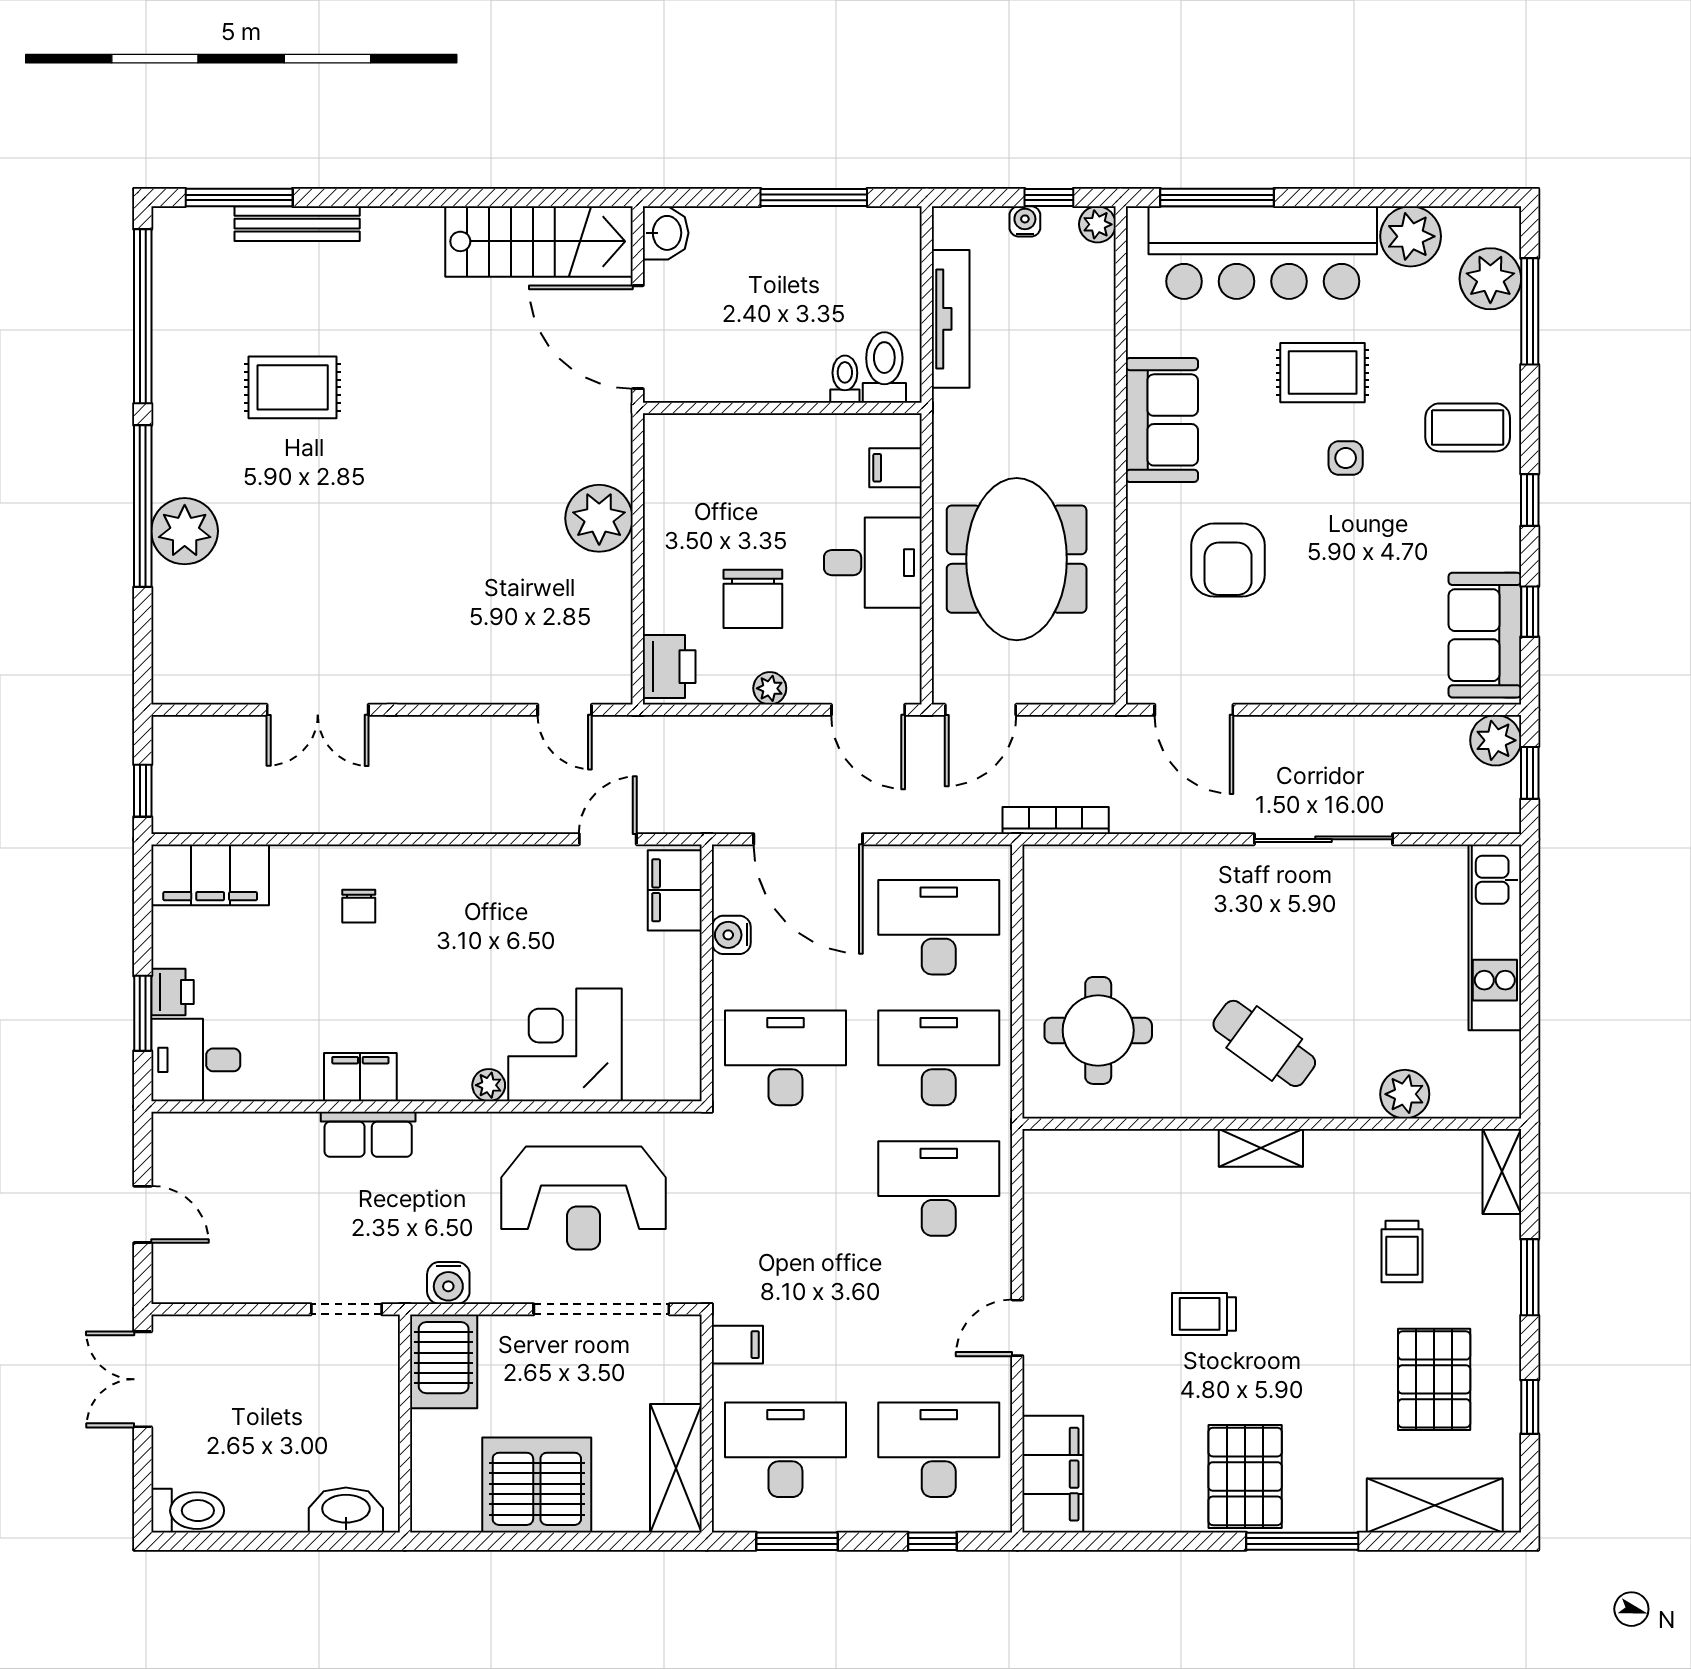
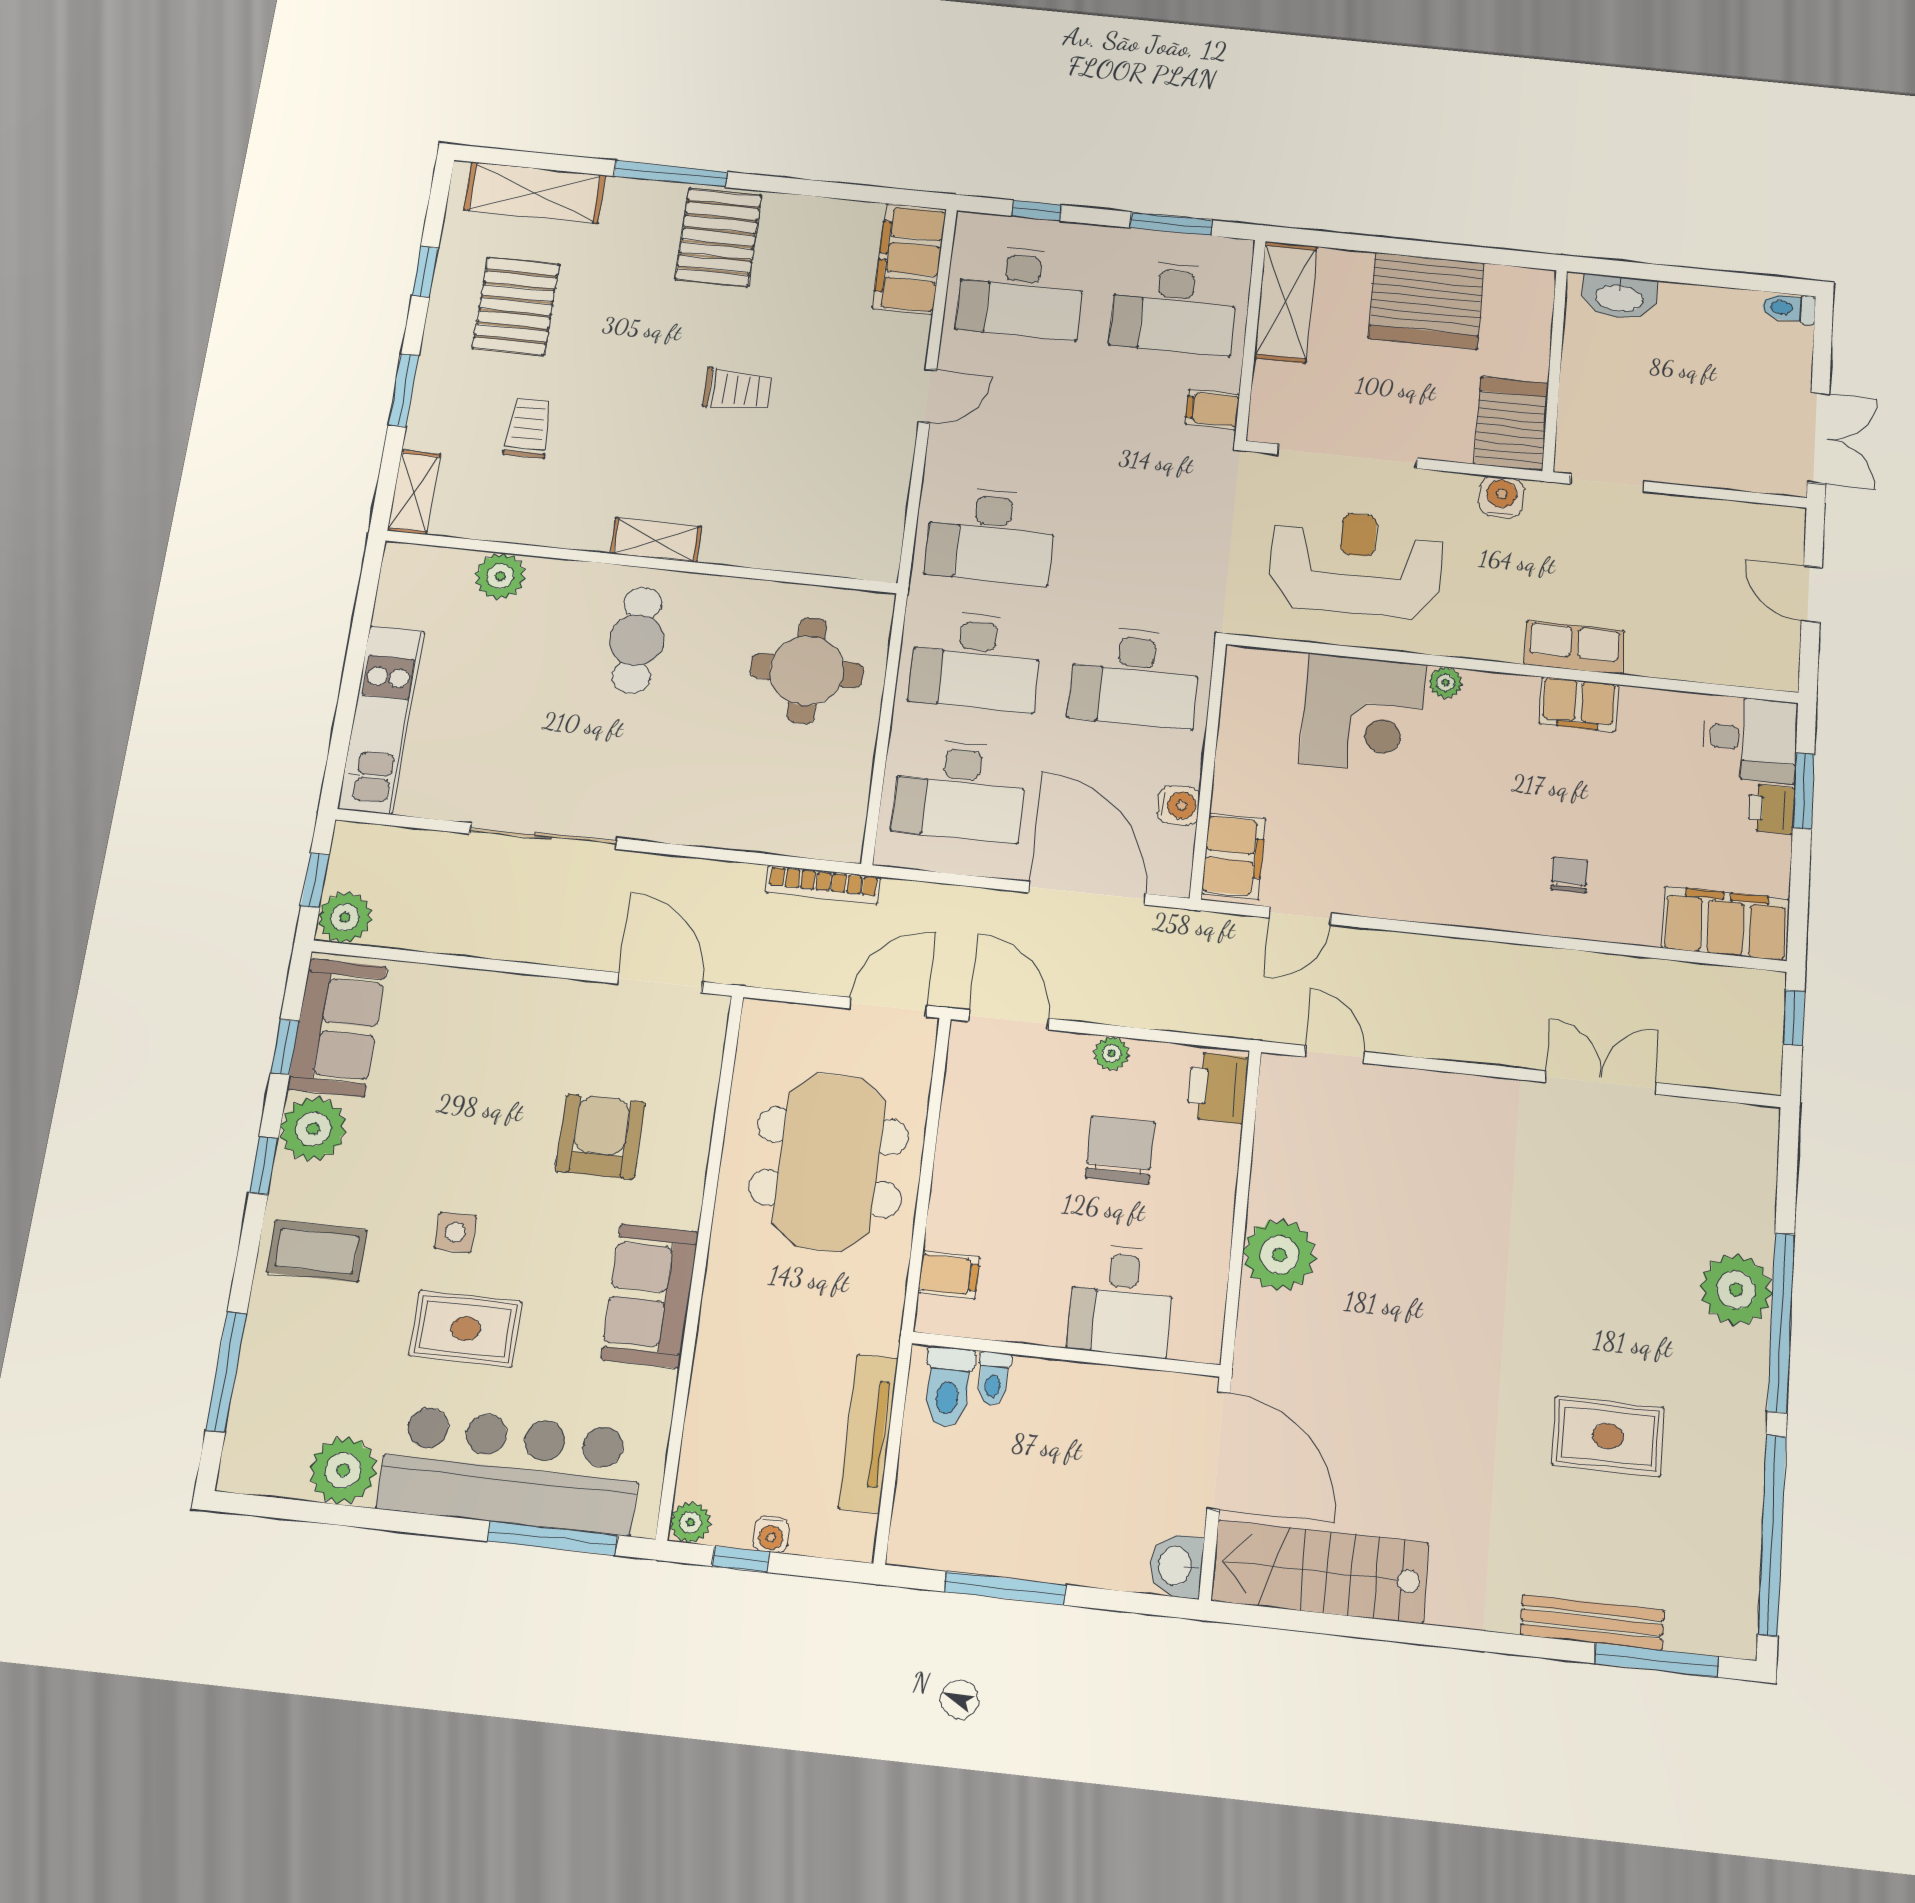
plant: (1490, 279) -> (313, 1129), moved
desk: (873, 563) -> (1122, 1300), moved, turned -90
cafe table: (1264, 1043) -> (637, 640), turned 54
toilet: (188, 1511) -> (1789, 308), width x0.73, depth x0.72

